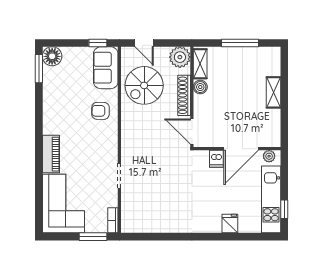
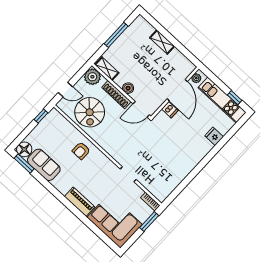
sofa: (106, 68) -> (44, 165), moved, turned 180
boiler: (200, 87) -> (128, 88), moved

